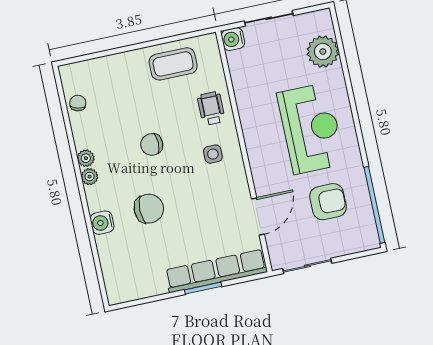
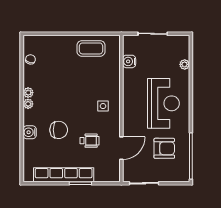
water cooler: (233, 39) -> (129, 61), moved
plant: (323, 52) -> (185, 64), width x0.53, depth x0.53
wheelchair: (211, 108) -> (90, 141), moved, turned 90
chair: (152, 144) -> (68, 93), removed
row of seats: (216, 271) -> (64, 175), moved

